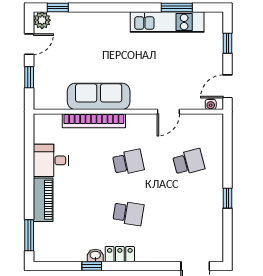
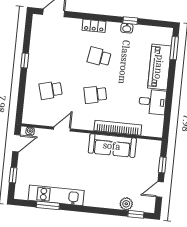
plant: (42, 20) -> (126, 204), moved
piano: (43, 200) -> (159, 67), width x1.37, depth x1.33
locker: (120, 254) -> (94, 26), moved

